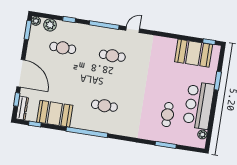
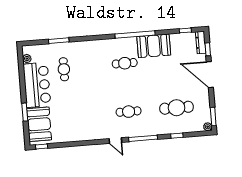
plant: (50, 25) -> (194, 126), removed
door: (133, 30) -> (115, 141), hinge flipped
cafe table: (63, 48) -> (177, 108), width x1.37, depth x1.35
booth: (194, 53) -> (39, 124), moved, turned 90
booth: (55, 114) -> (154, 46), moved

